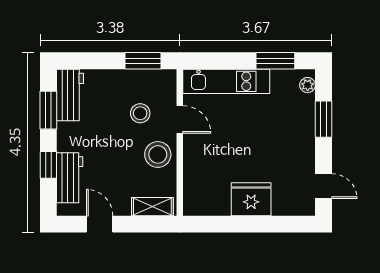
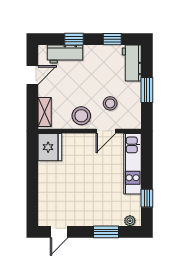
window: (143, 61) -> (147, 90), moved
window: (275, 61) -> (147, 198), width x0.67
workbench: (70, 95) -> (132, 63), moved, turned 90
window: (48, 110) -> (112, 39), width x0.67
fridge: (251, 199) -> (50, 147), moved

